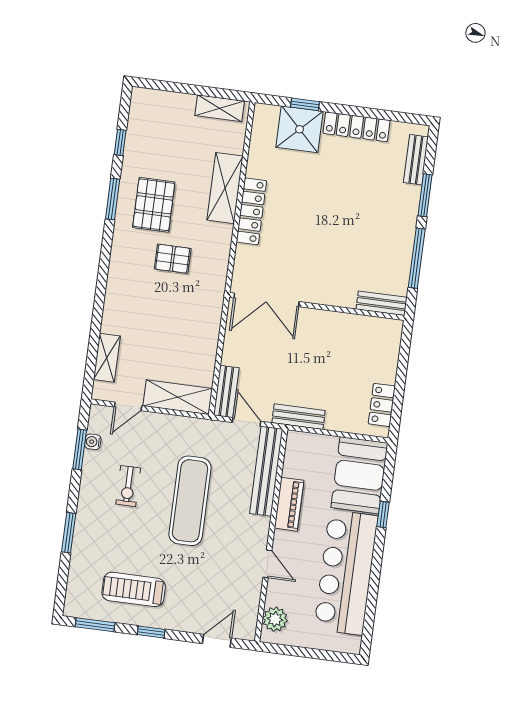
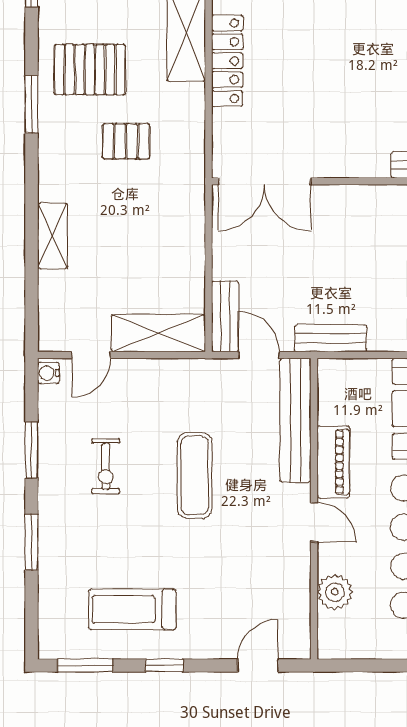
window: (113, 199) -> (31, 104), moved
pallet: (154, 205) -> (90, 70), turned 90
shelving: (107, 358) -> (53, 236), moved
water cooler: (93, 442) -> (48, 373), moved
window: (80, 449) -> (31, 450), moved
exercise mat: (190, 501) -> (195, 475), width x0.73, depth x0.69
door: (267, 564) -> (314, 522), moved
plant: (275, 619) -> (335, 592), moved

